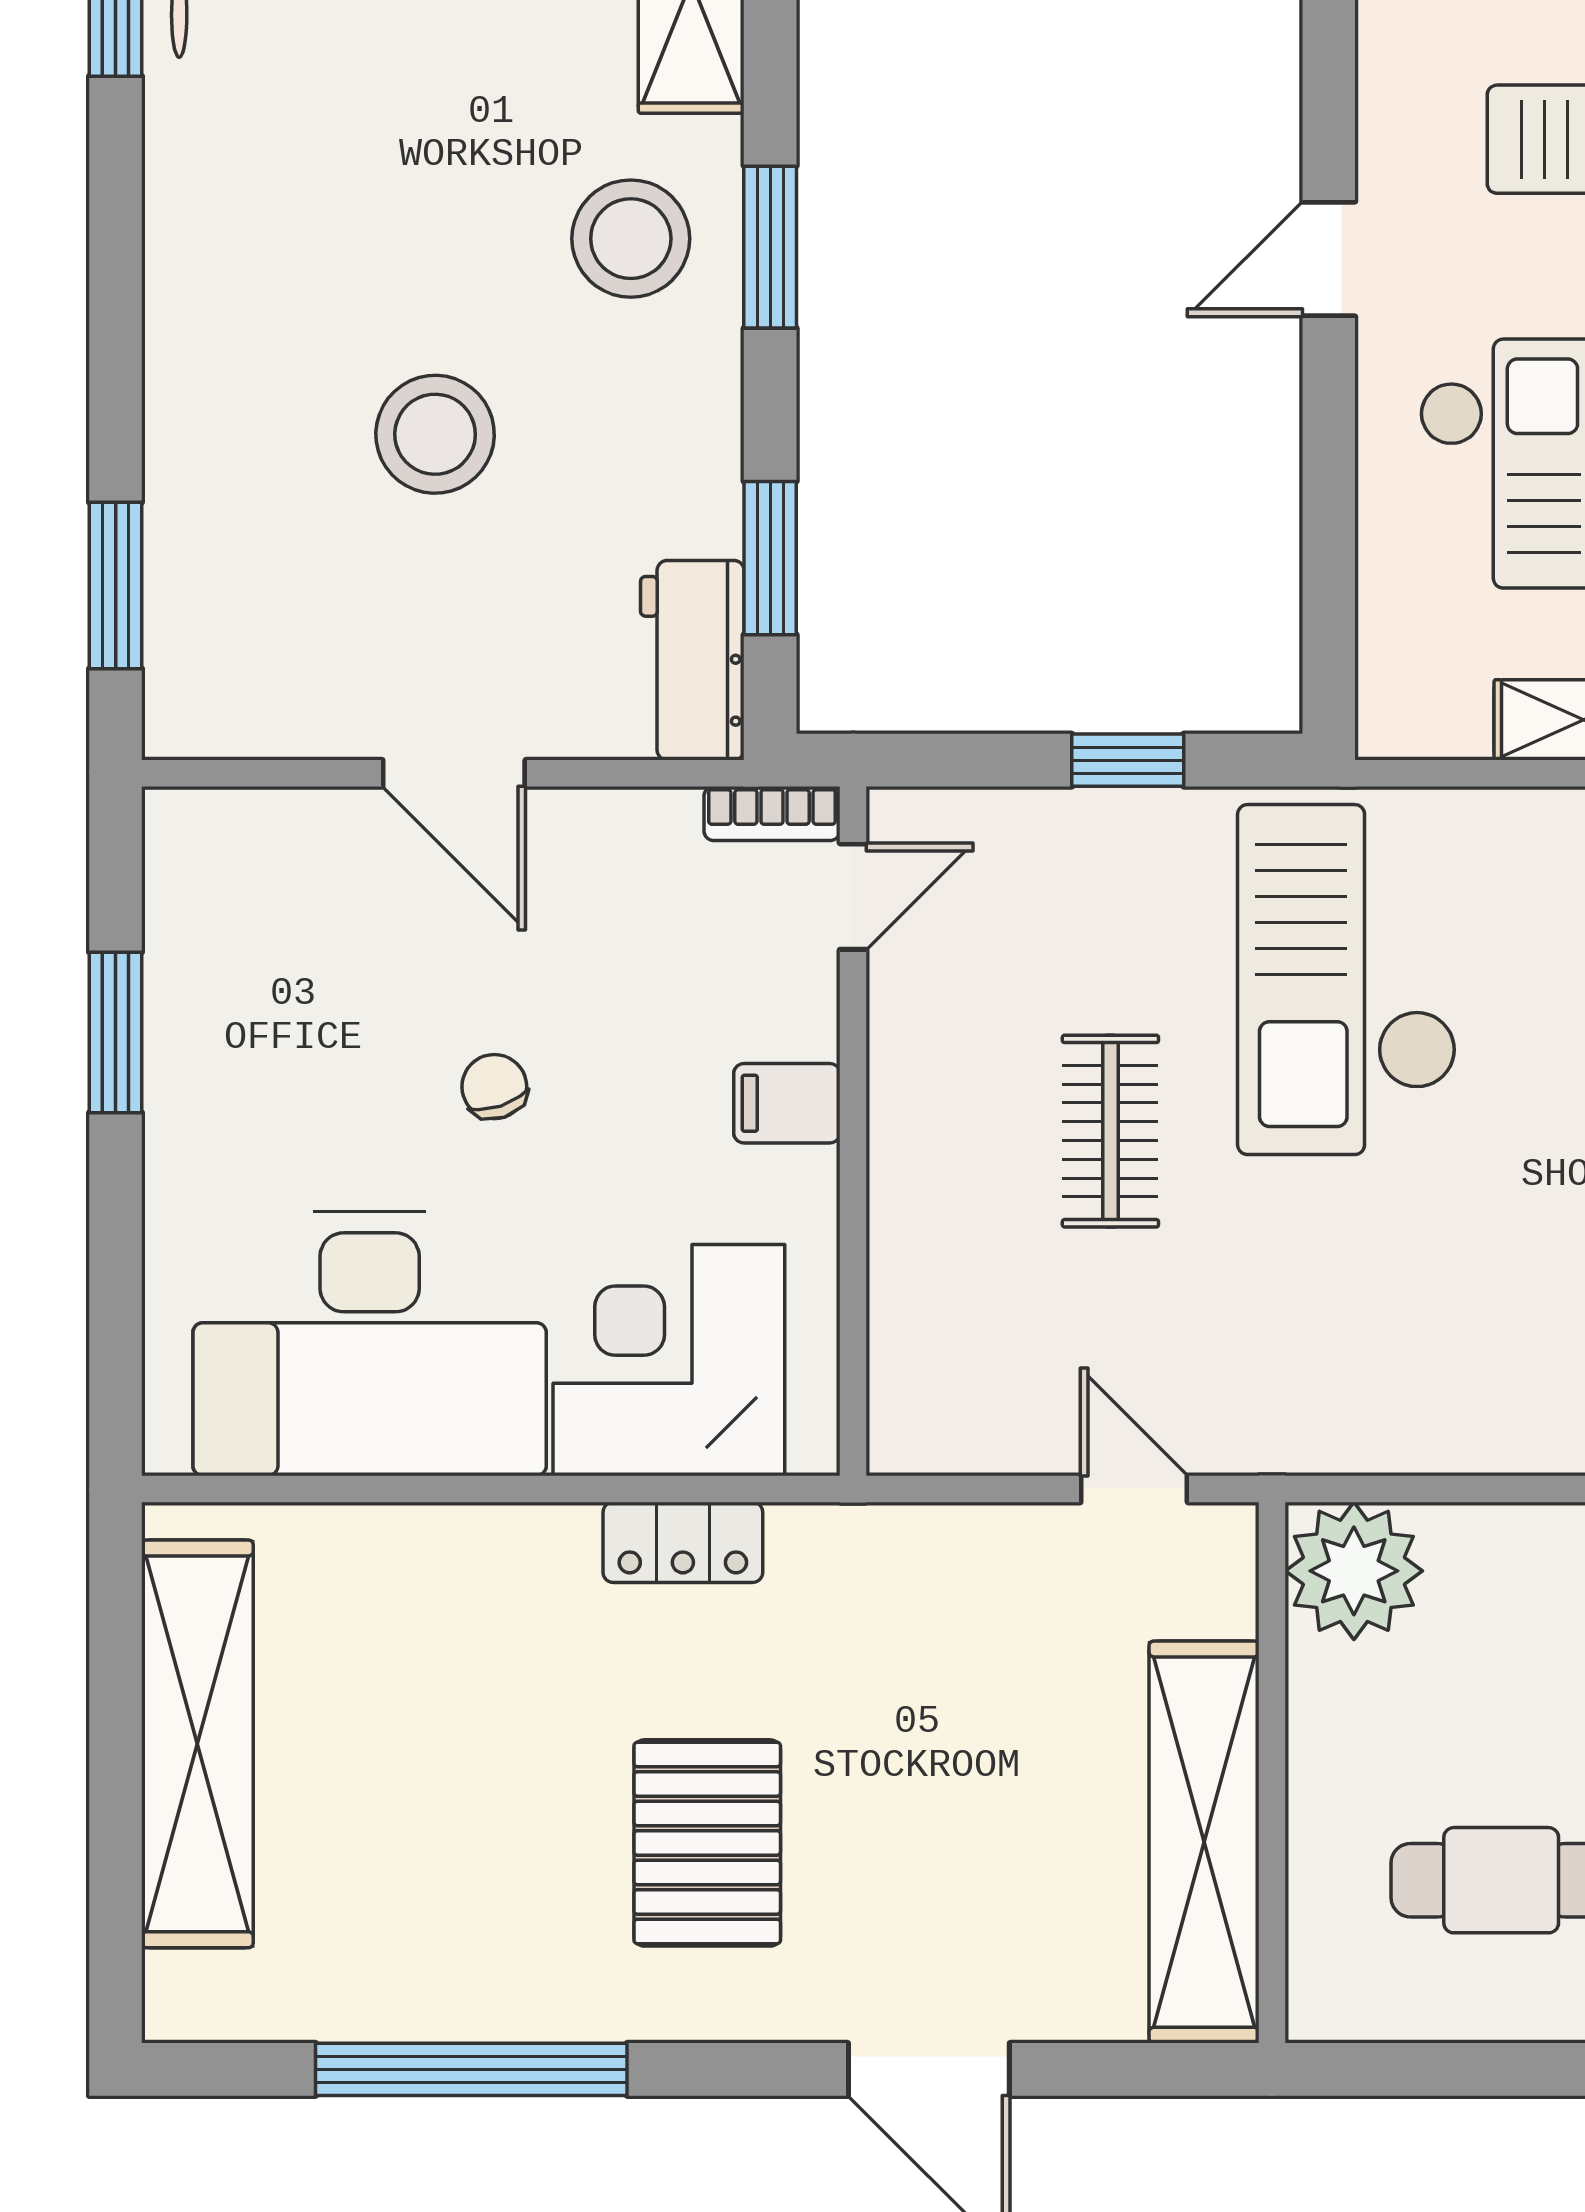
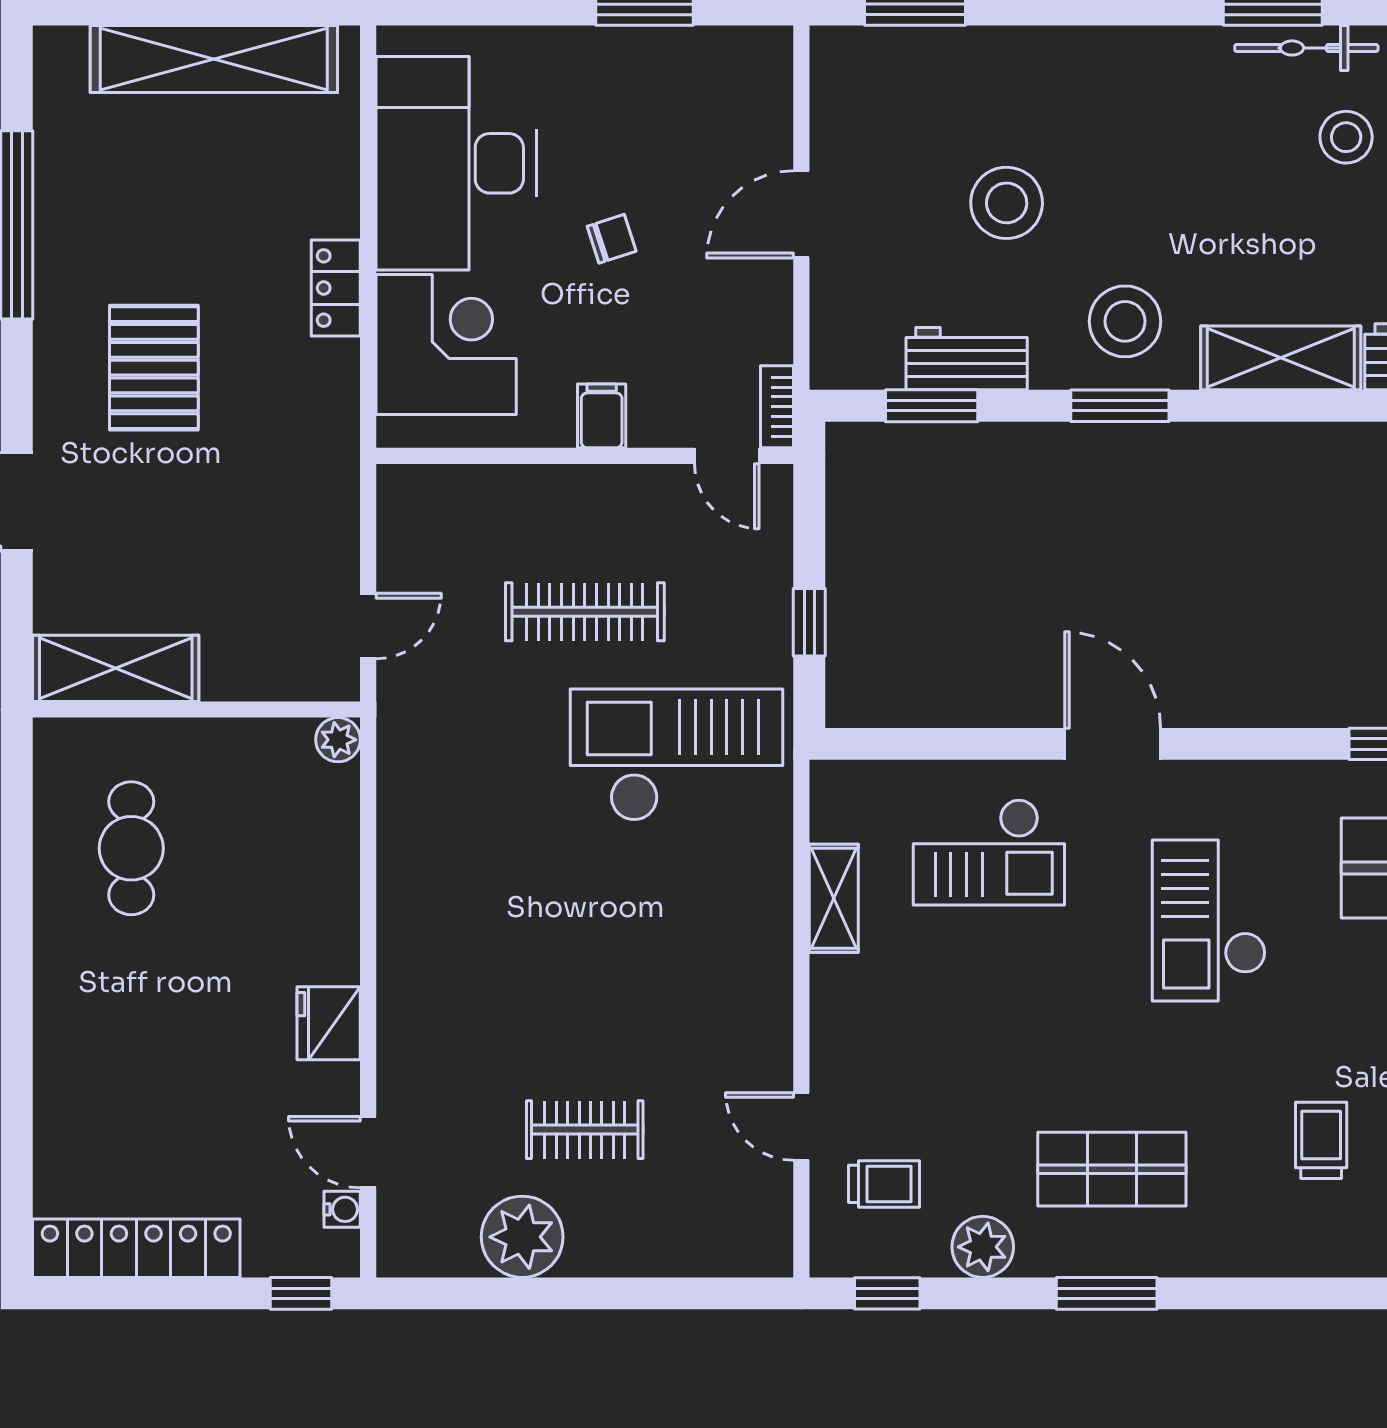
door: (1329, 259) -> (1113, 744), width x1.38
workbench: (692, 660) -> (967, 359), moved
clothes rail: (1110, 1131) -> (585, 612), width x1.36
locker: (683, 1542) -> (336, 288), moved
plant: (1354, 1571) -> (338, 740), width x0.53, depth x0.53
shelving: (1204, 1842) -> (116, 668), width x0.68
pallet: (707, 1843) -> (154, 368), turned 90

